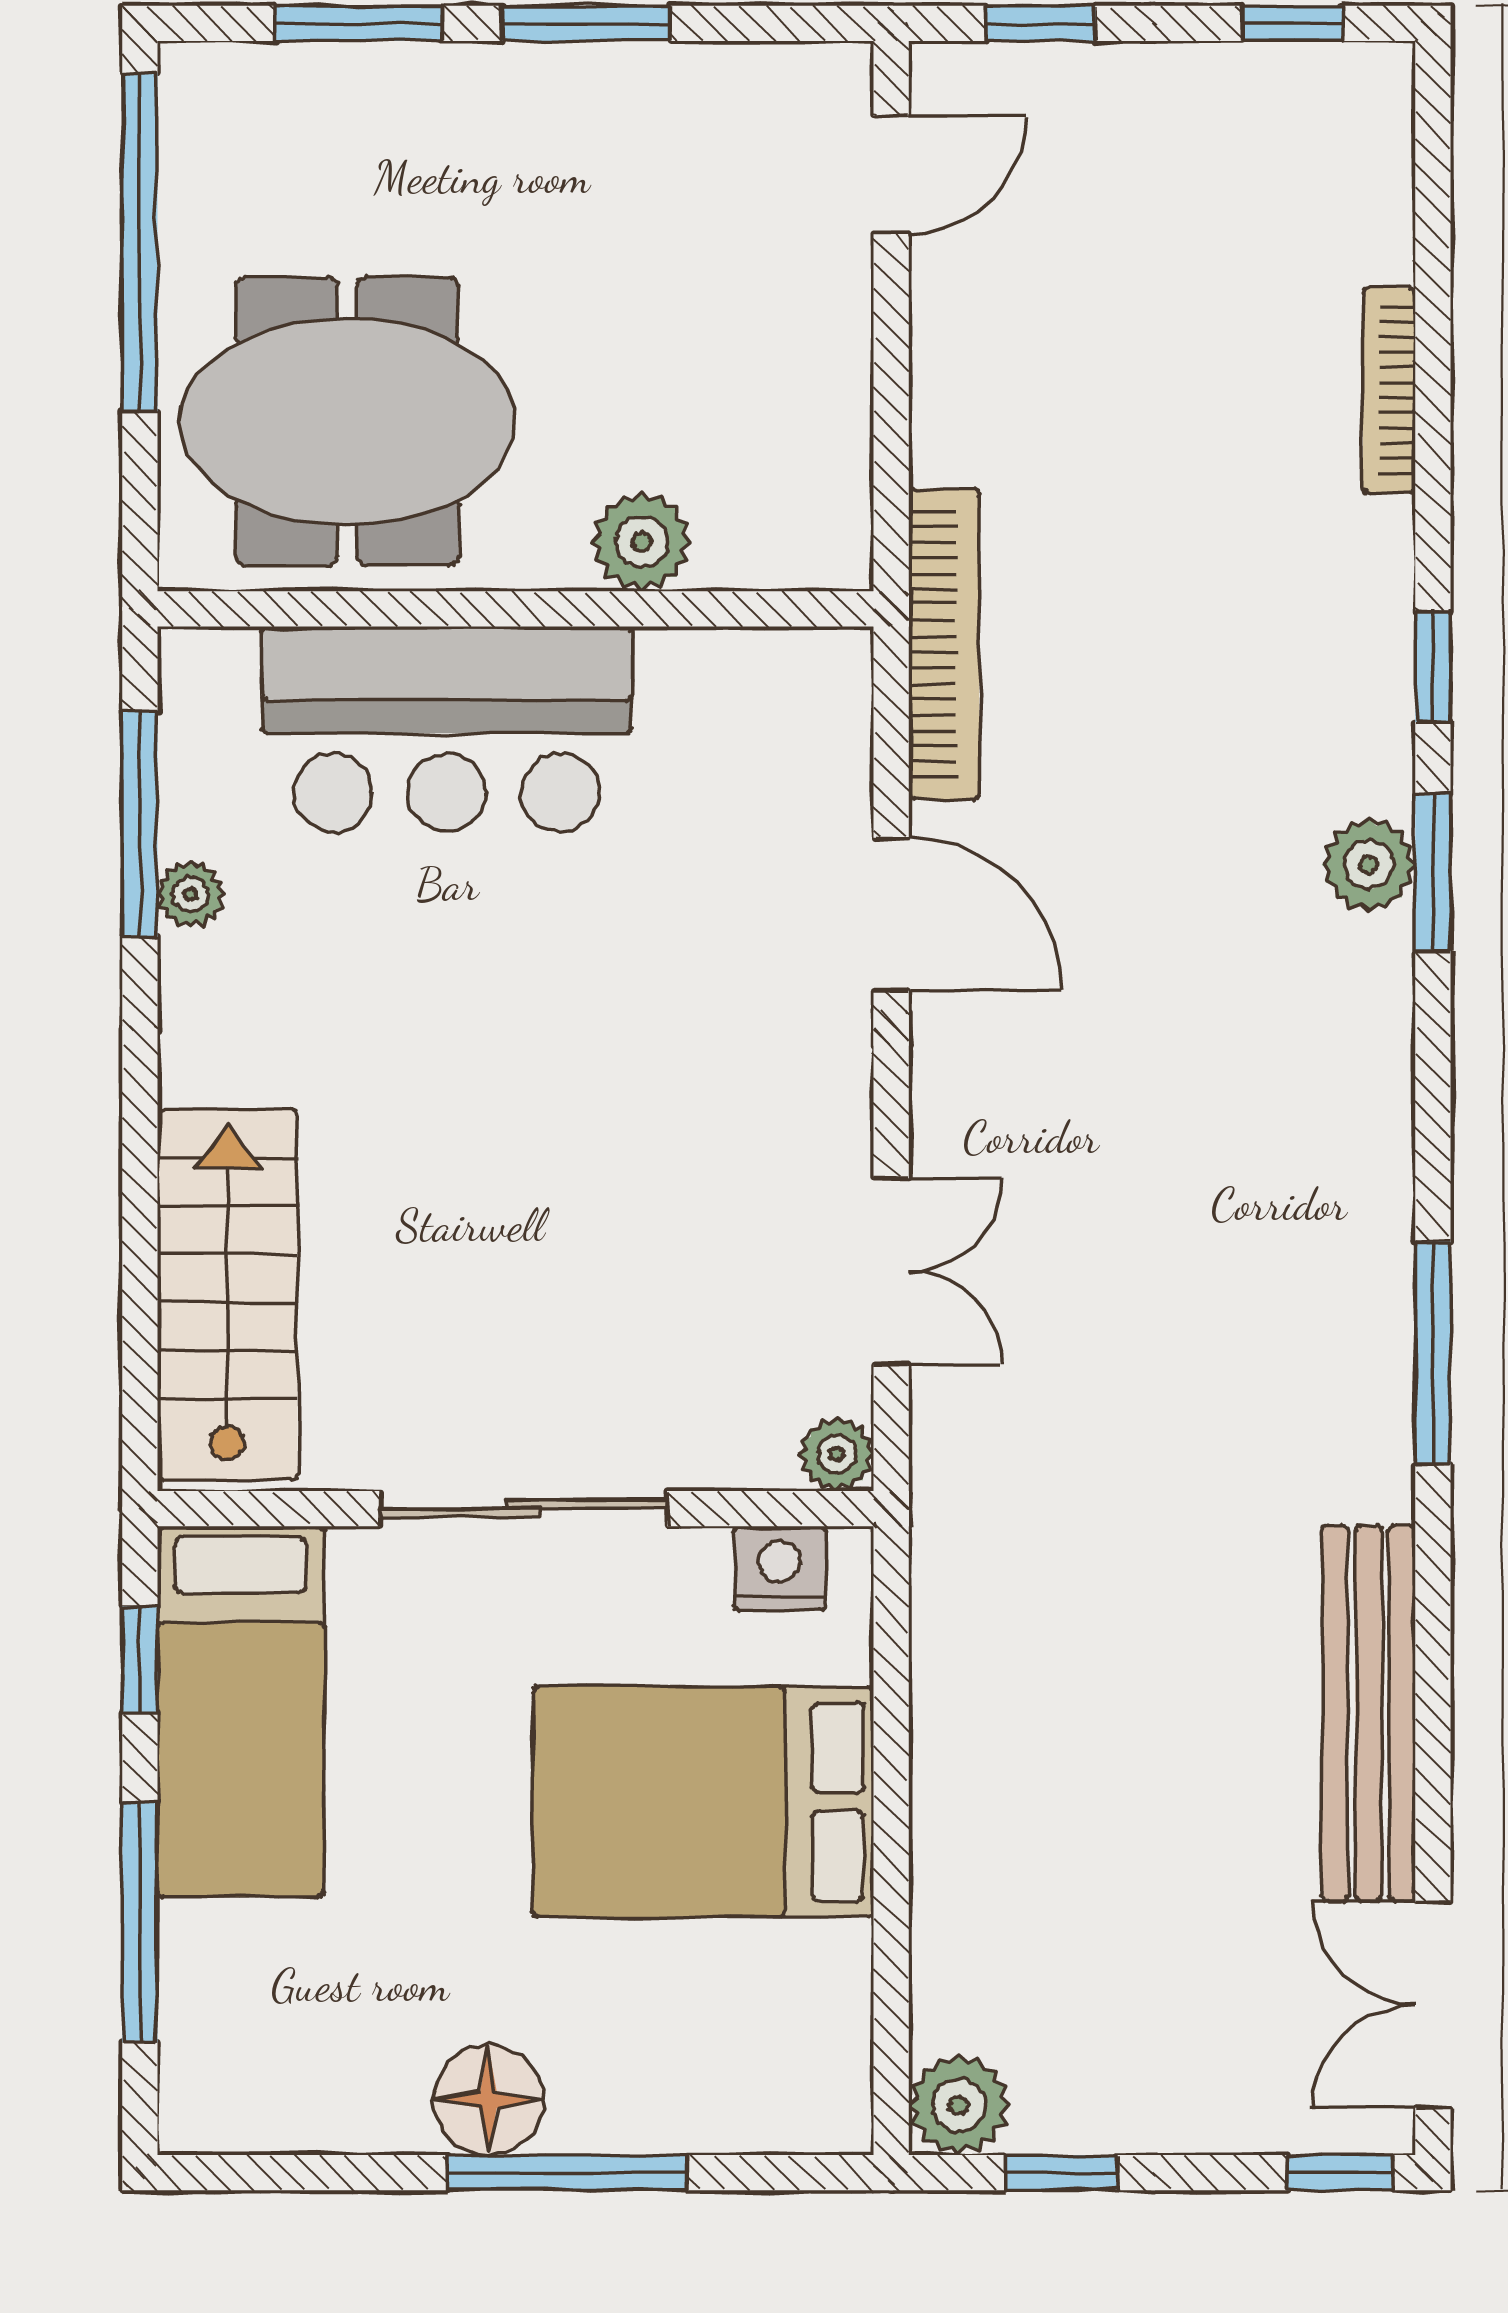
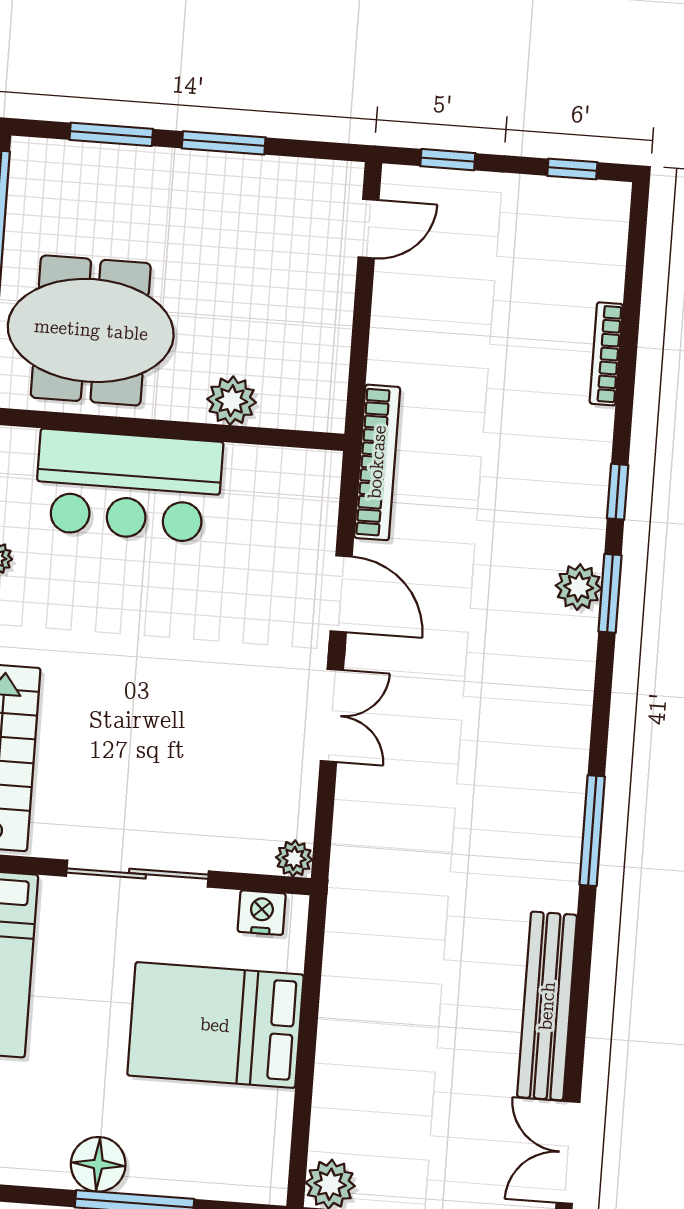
double door: (891, 1271) -> (332, 716), moved

